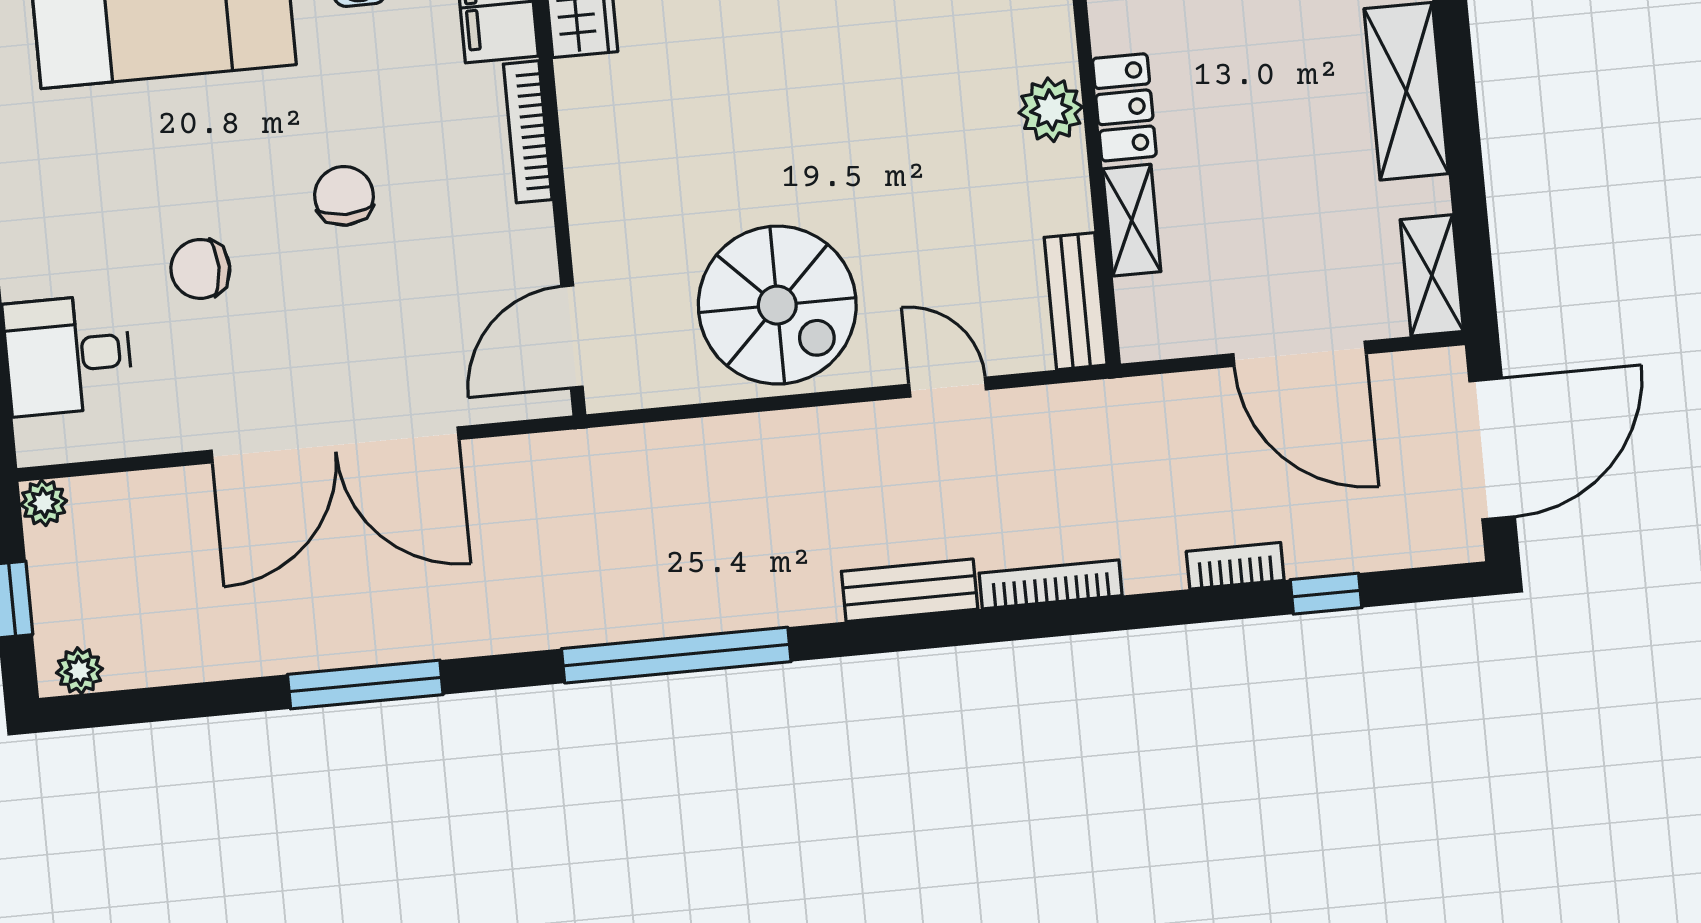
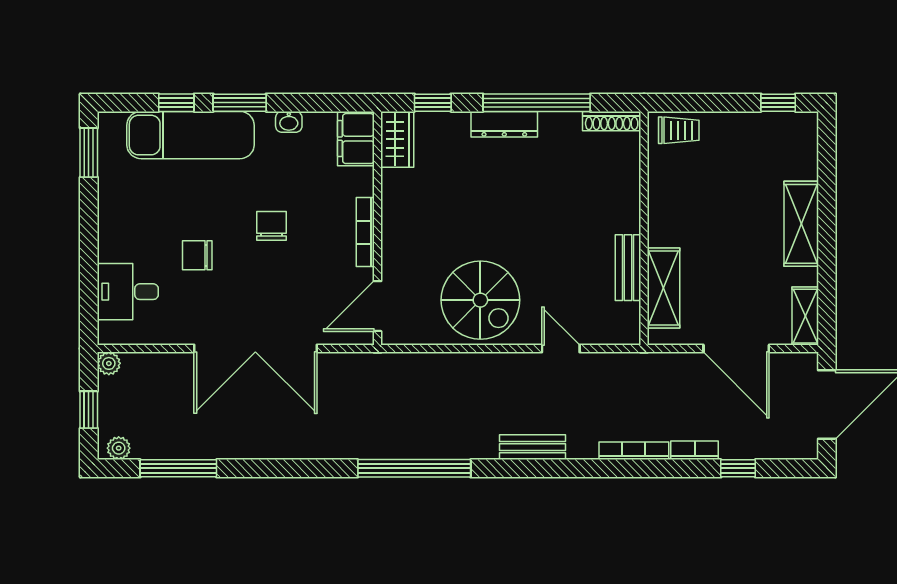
locker: (1124, 107) -> (661, 219), removed
plant: (1051, 110) -> (625, 216), removed
bookcase: (528, 132) -> (365, 232), moved
shelving: (1132, 220) -> (664, 288), width x1.50, depth x1.33
bench: (1076, 301) -> (628, 268), moved
bookcase: (1051, 584) -> (634, 451), moved
window: (365, 685) -> (178, 468), moved

